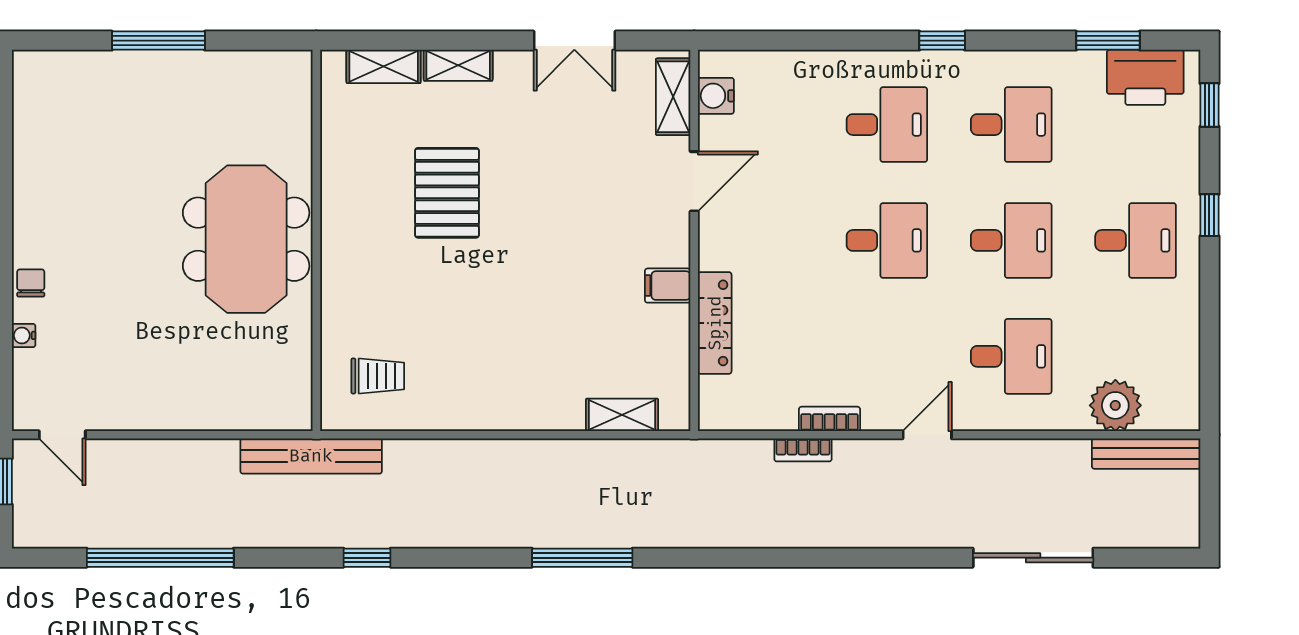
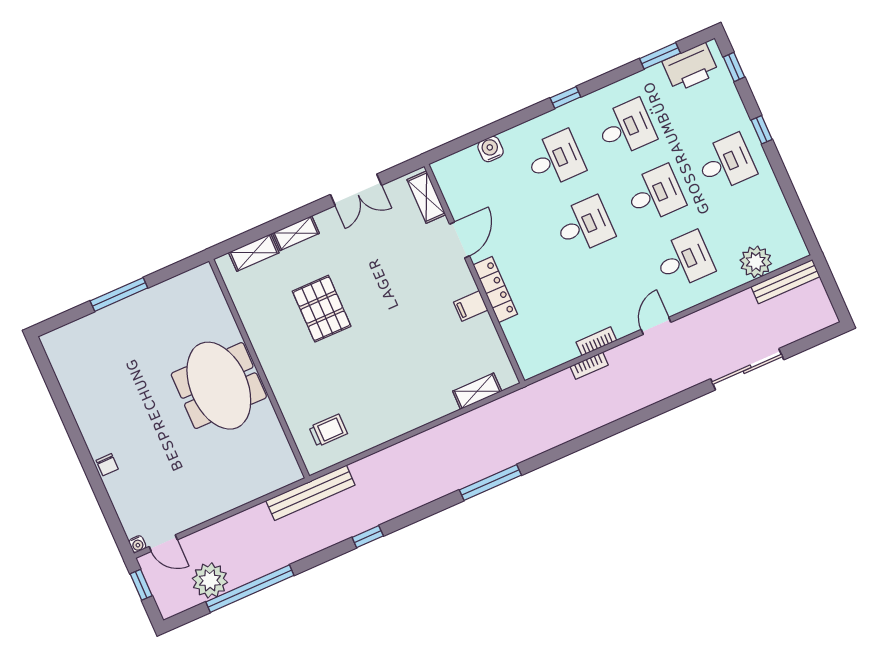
water cooler: (716, 96) -> (491, 149), moved, turned 90
chair: (31, 283) -> (107, 465), turned 180
locker: (715, 323) -> (495, 289), moved
water cooler: (24, 335) -> (137, 544), moved, turned -90
plant: (107, 520) -> (210, 580), added

